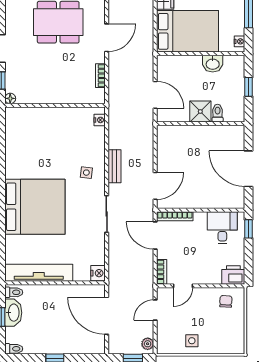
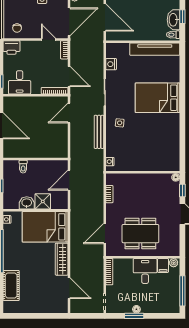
door: (107, 38) -> (105, 234), moved
door: (155, 95) -> (69, 180), hinge flipped
shower: (200, 111) -> (43, 201), moved
bench: (114, 166) -> (99, 132), width x1.36
bed: (35, 207) -> (158, 98), width x0.73
nightstand: (98, 273) -> (111, 64), moved
door: (183, 286) -> (49, 39), hinge flipped
door: (155, 310) -> (69, 22), width x1.87

